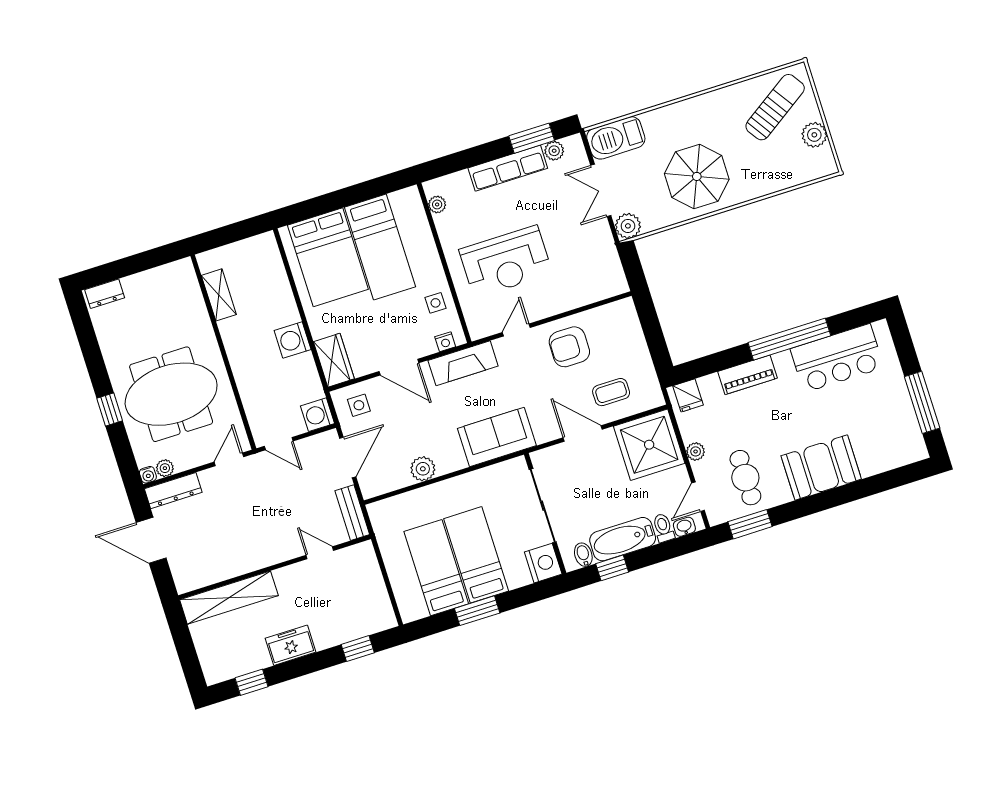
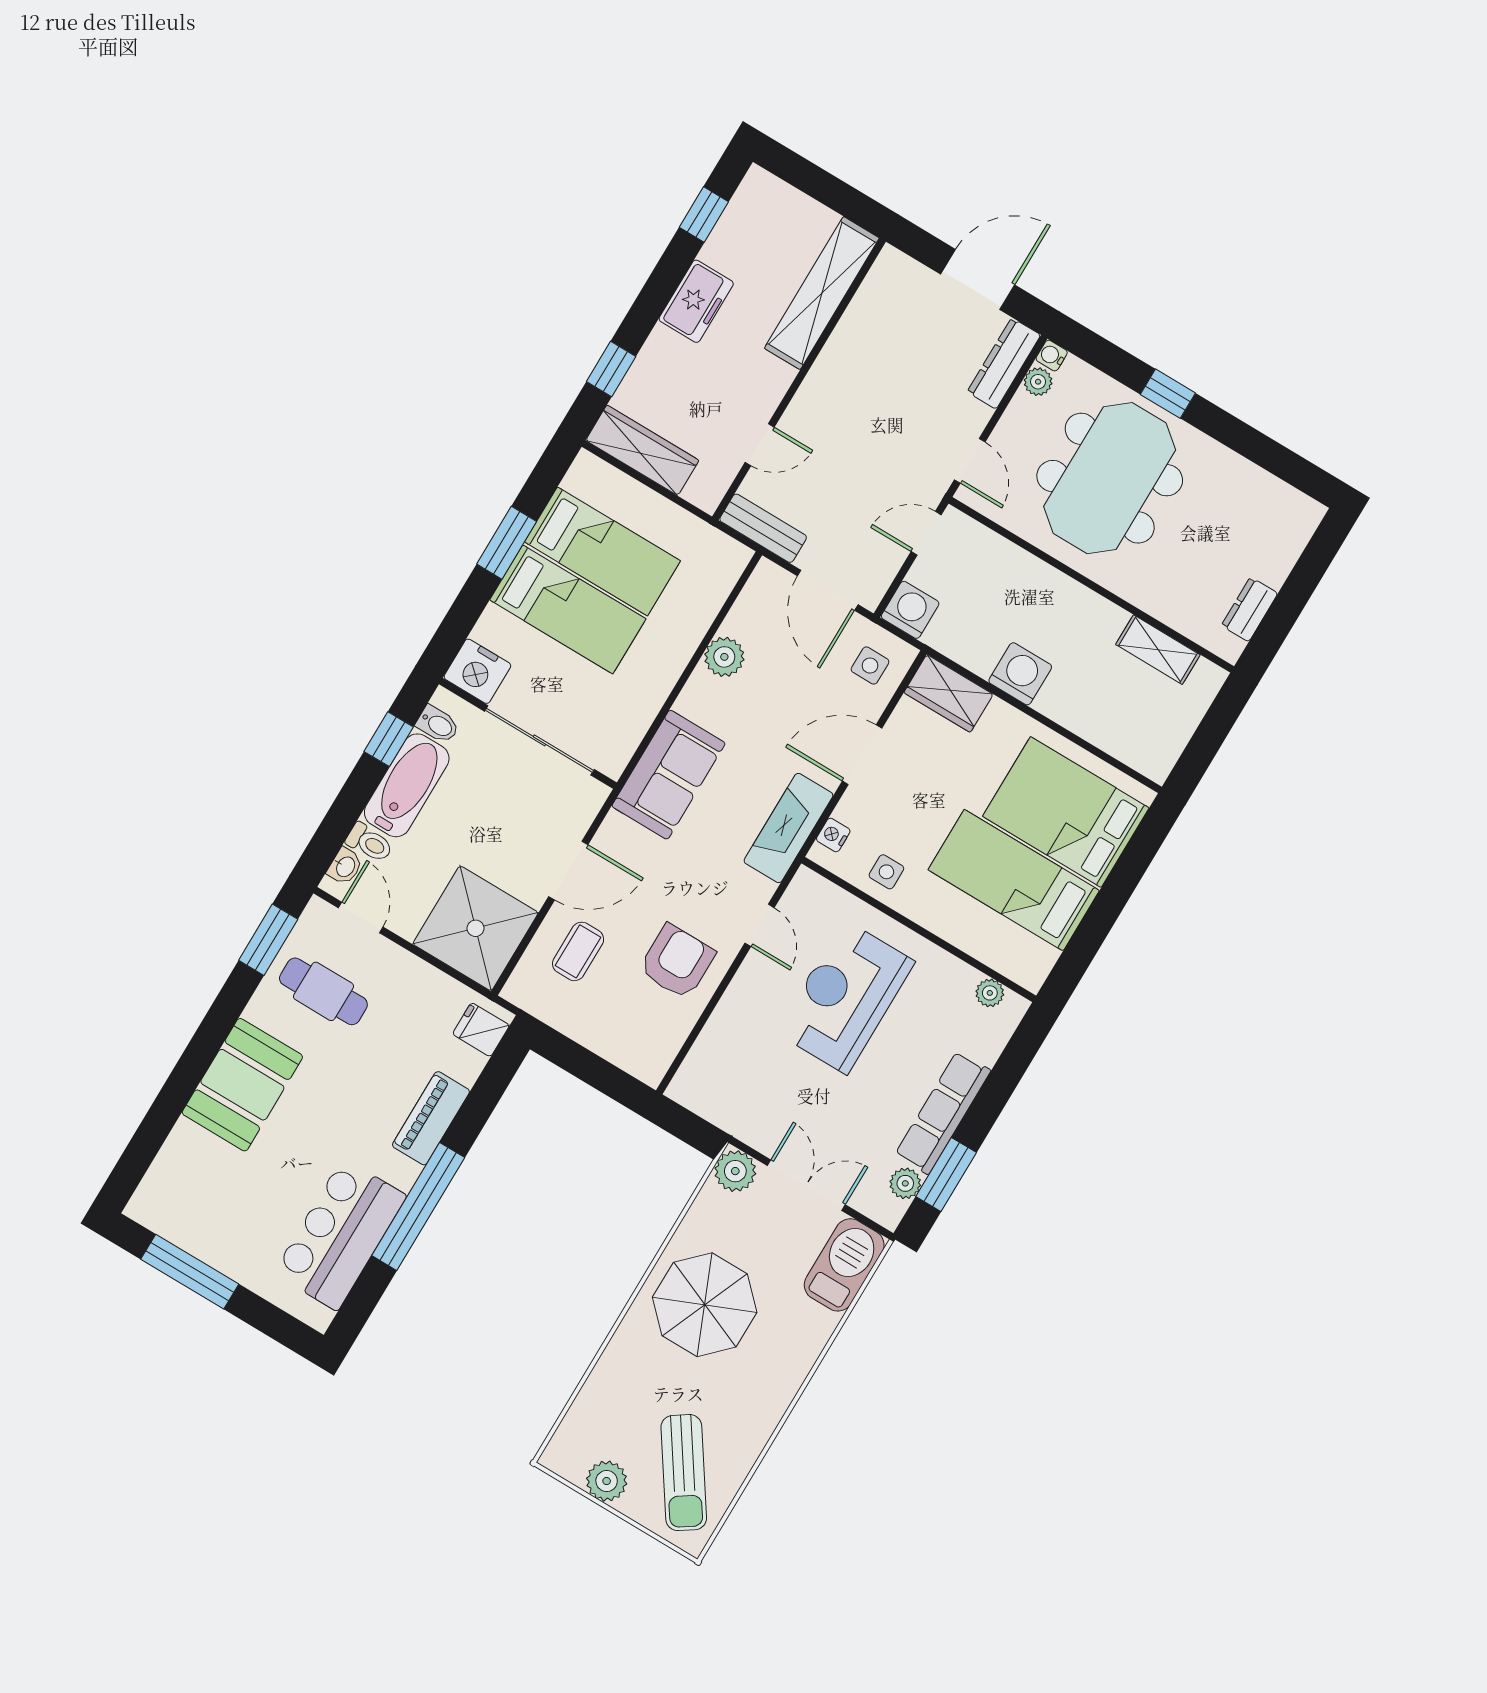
dresser: (105, 294) -> (1250, 609), moved
plant: (696, 451) -> (412, 970), removed
wardrobe: (376, 598) -> (642, 450), added

